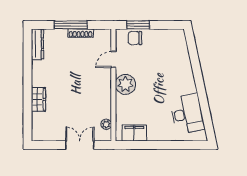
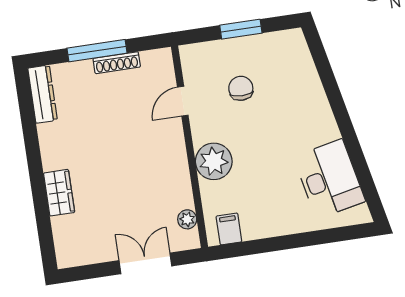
window: (138, 25) -> (241, 29), moved
chair: (135, 38) -> (241, 88), moved, turned 90
plant: (125, 84) -> (214, 161), moved
filing cabinet: (134, 133) -> (229, 229), width x0.50

